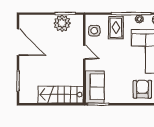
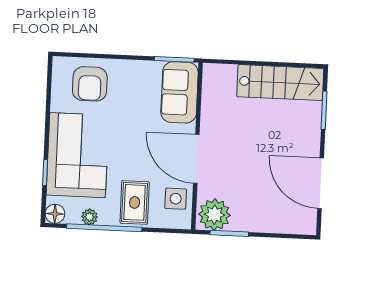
plant: (62, 23) -> (215, 215), moved
door: (84, 52) -> (196, 159), width x1.88
stairs: (61, 95) -> (280, 83), moved

